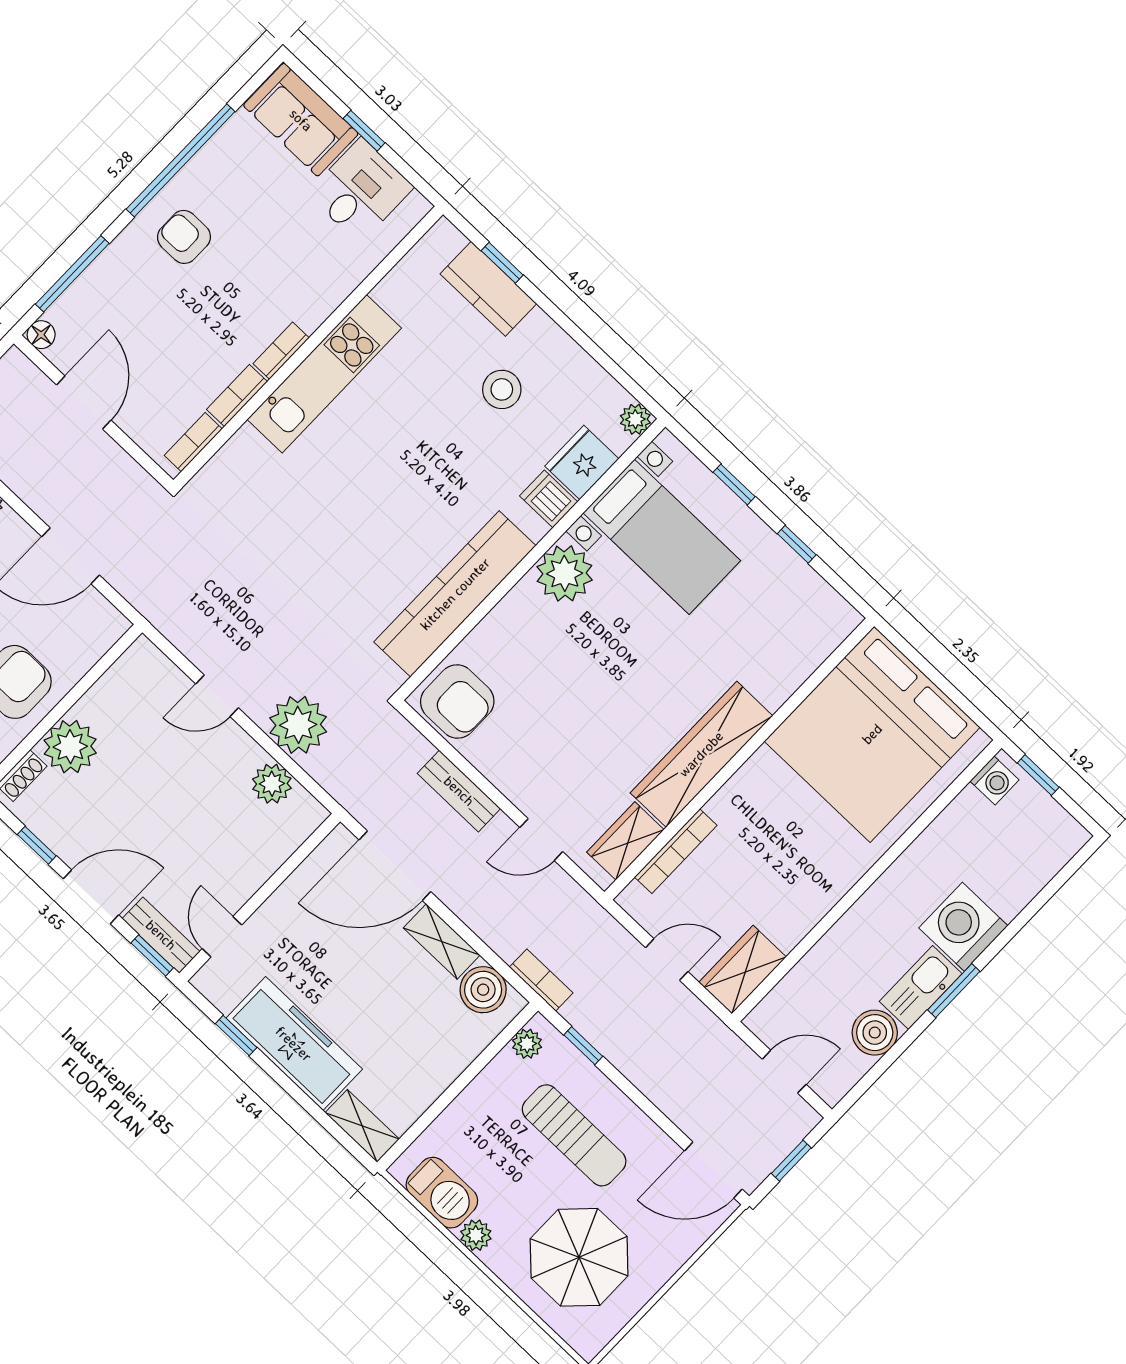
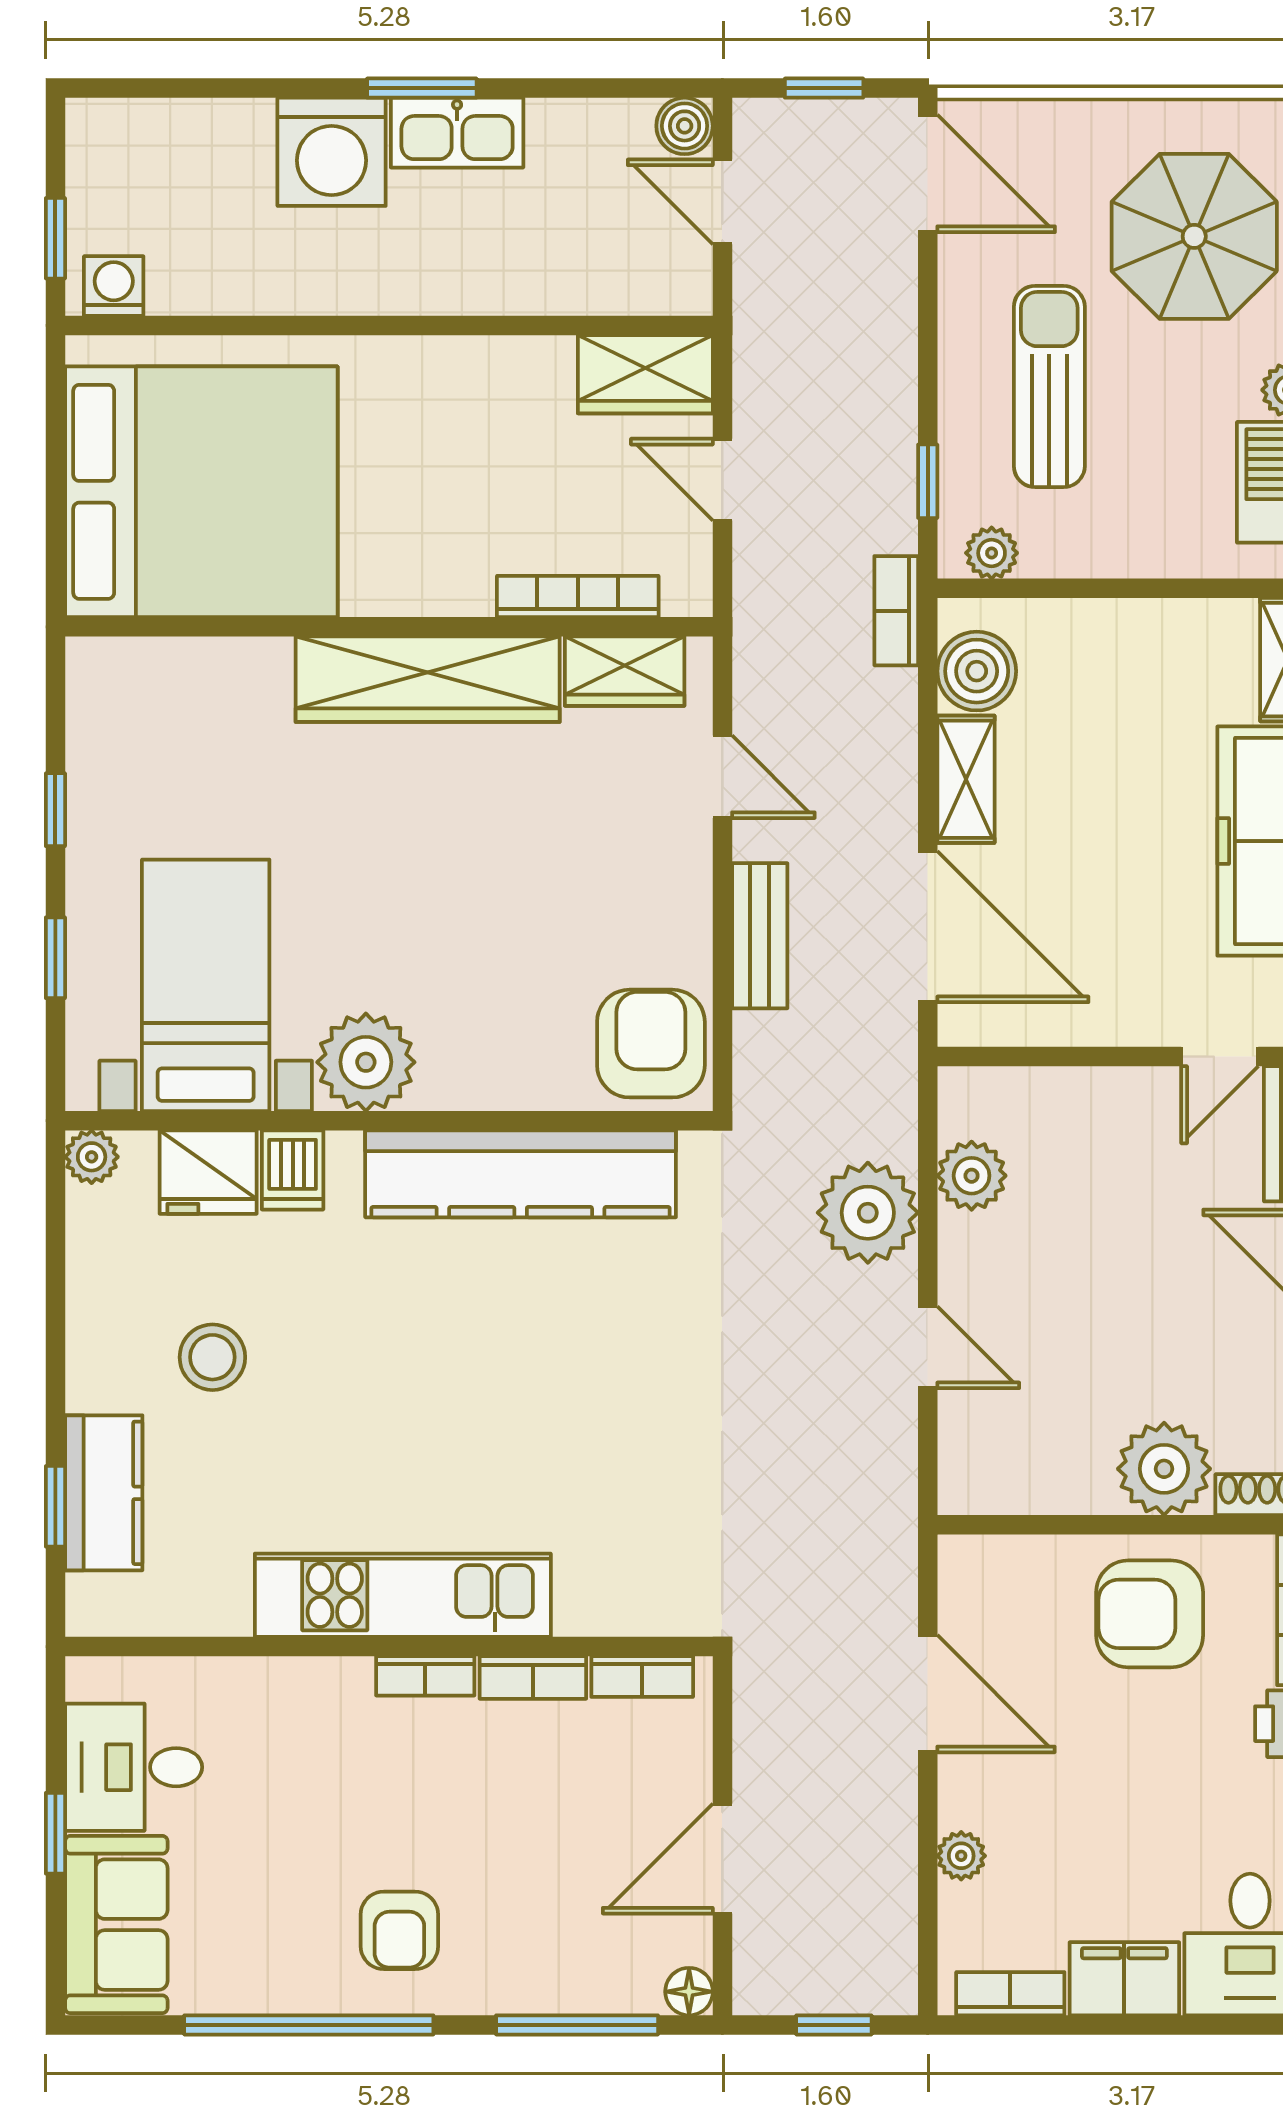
boiler: (875, 1033) -> (685, 126), moved, width x0.73, depth x0.73

